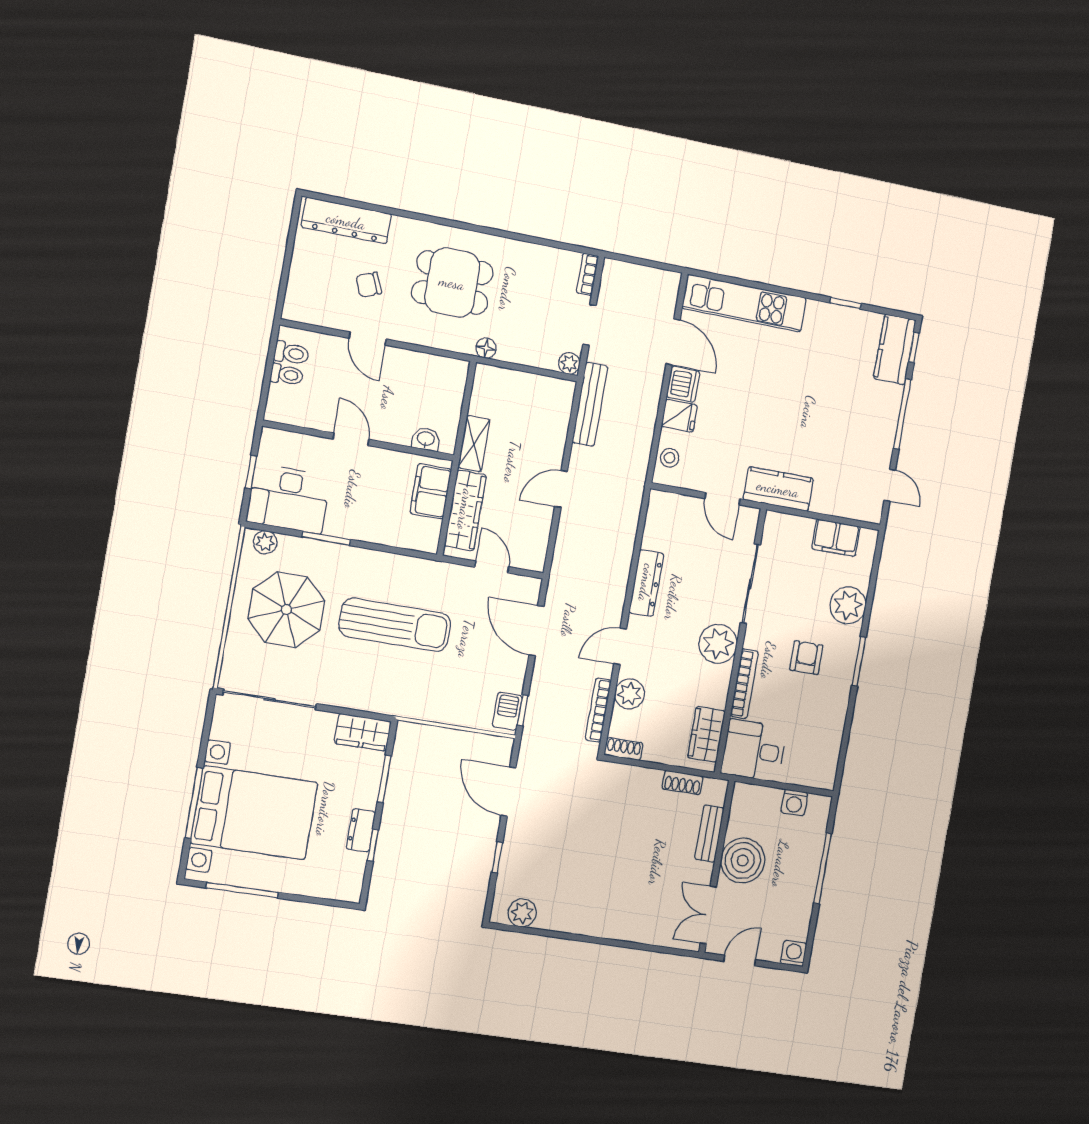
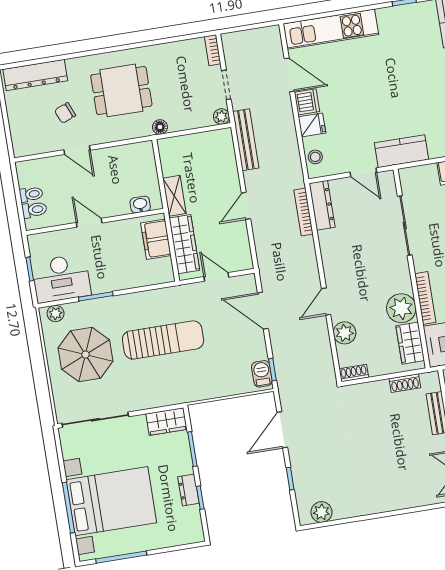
toilet: (291, 353) -> (34, 210), moved
dresser: (646, 583) -> (322, 205), moved
plant: (718, 644) -> (401, 308), moved
bookcase: (598, 710) -> (304, 212), moved
door: (508, 792) -> (282, 430), hinge flipped

